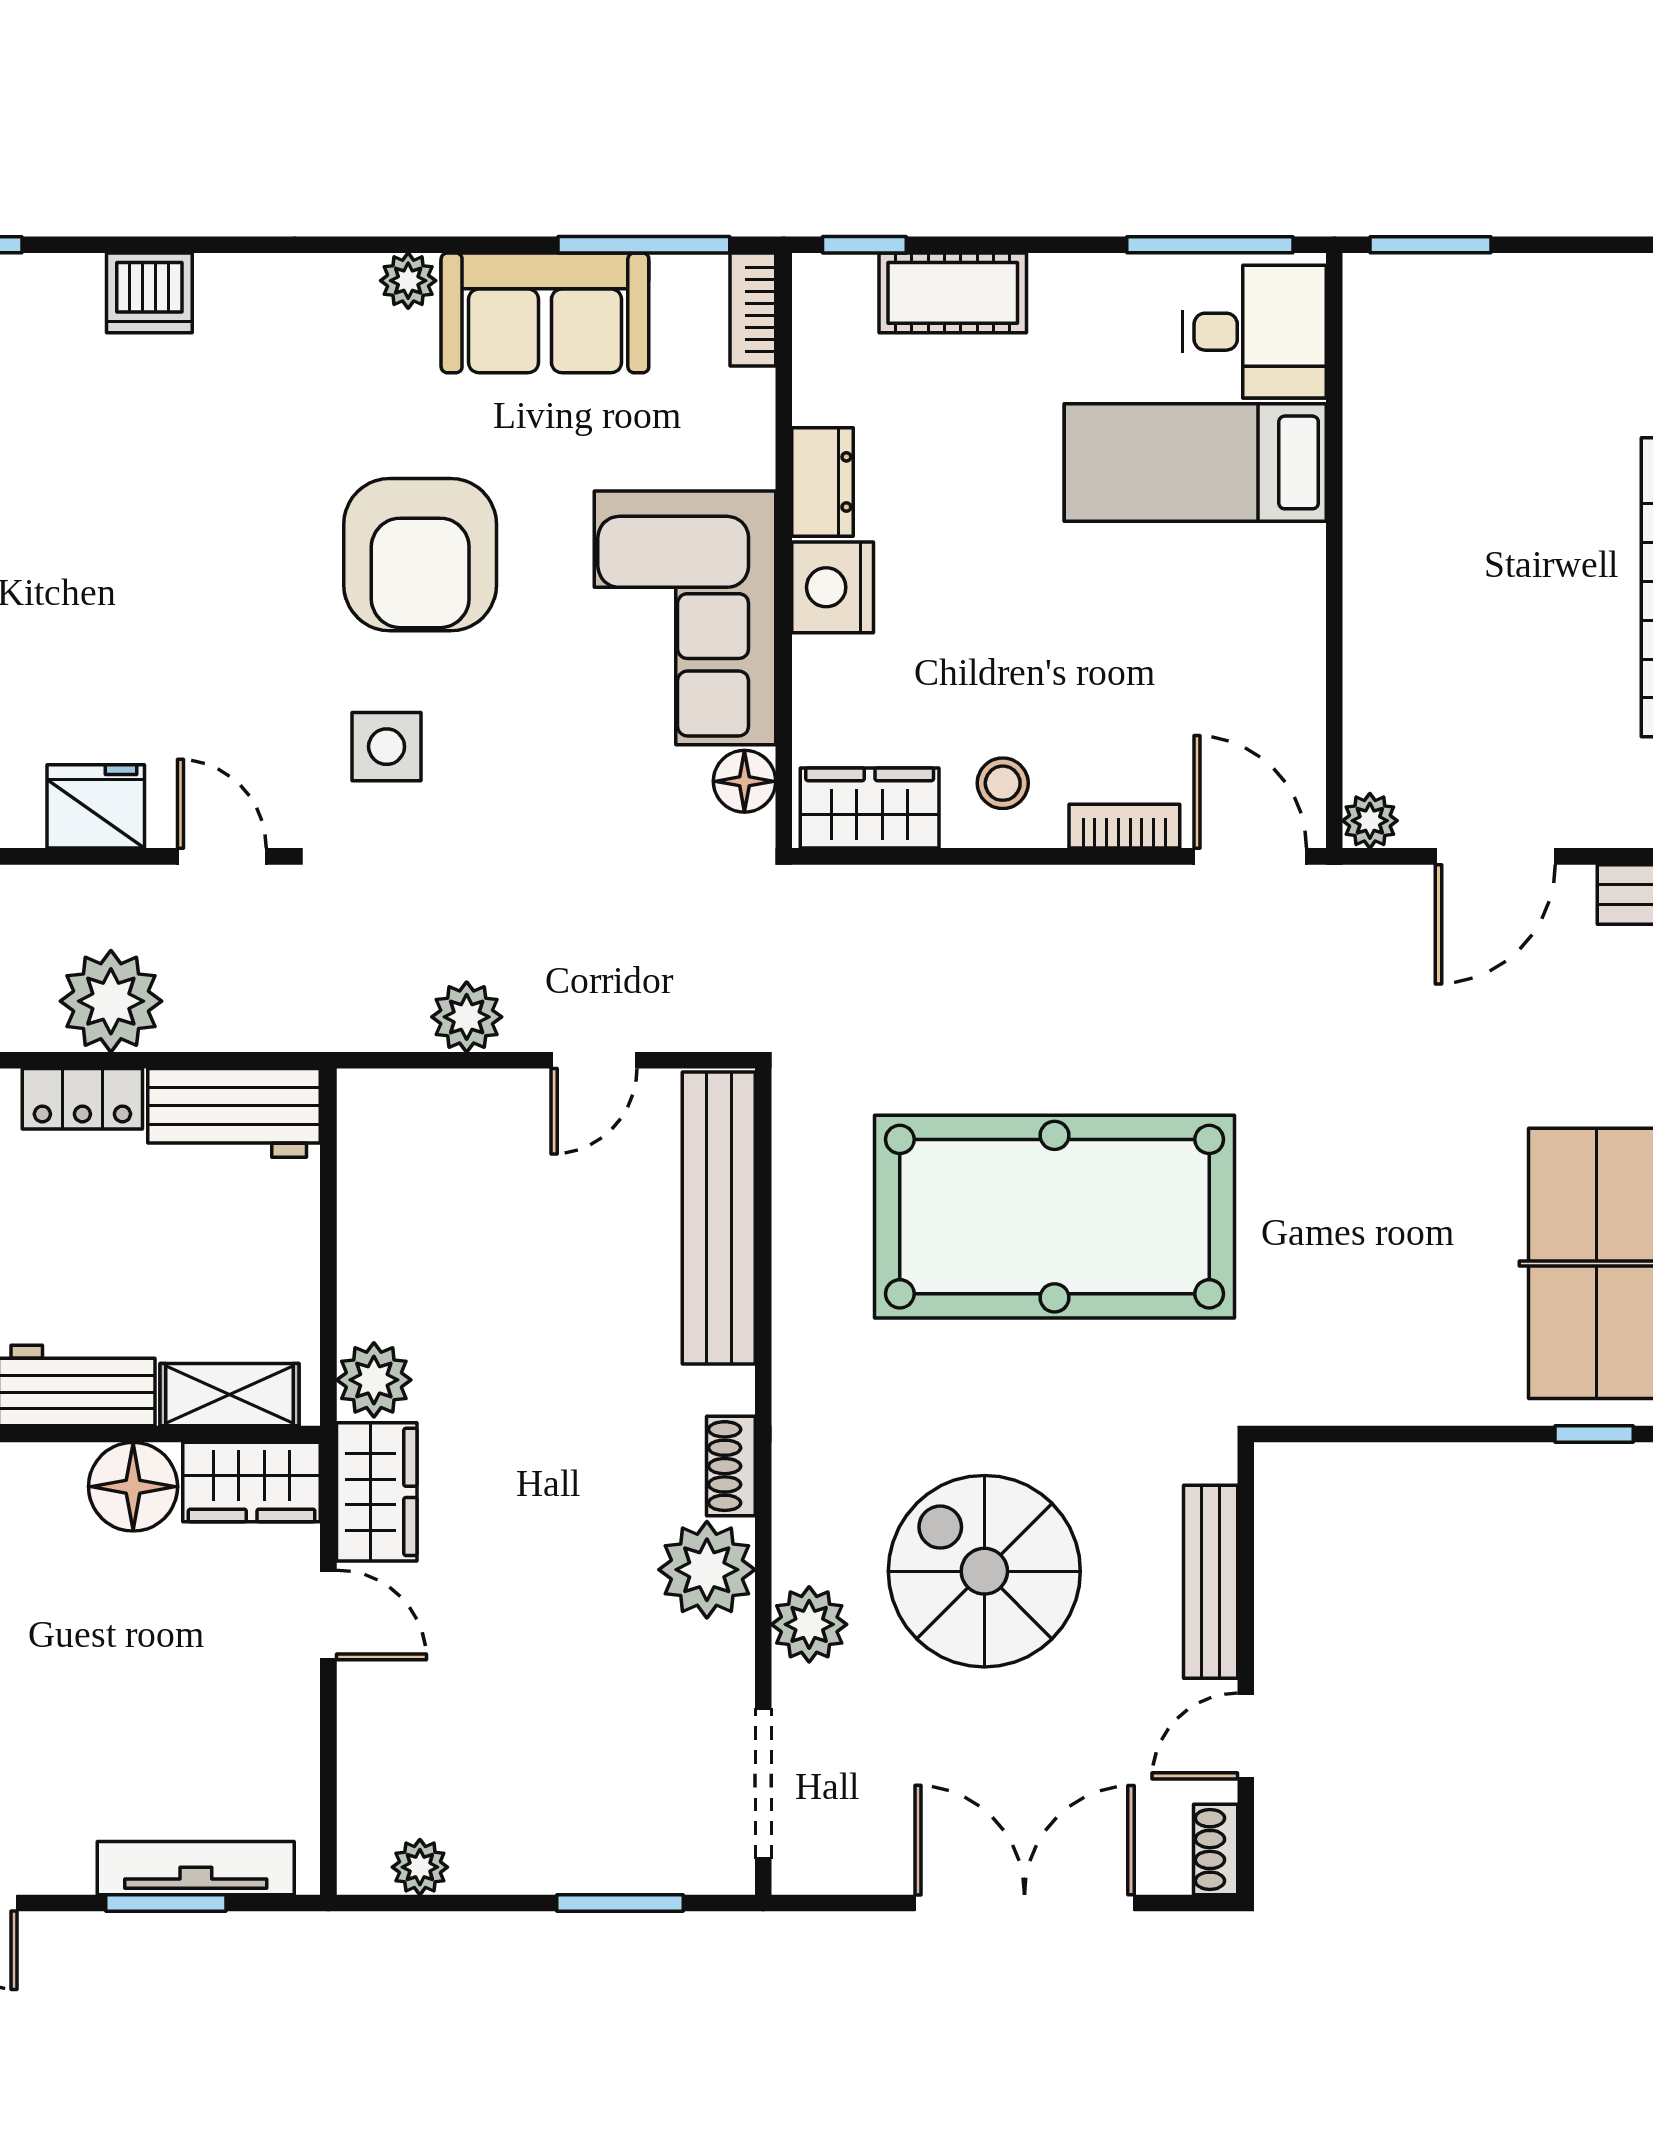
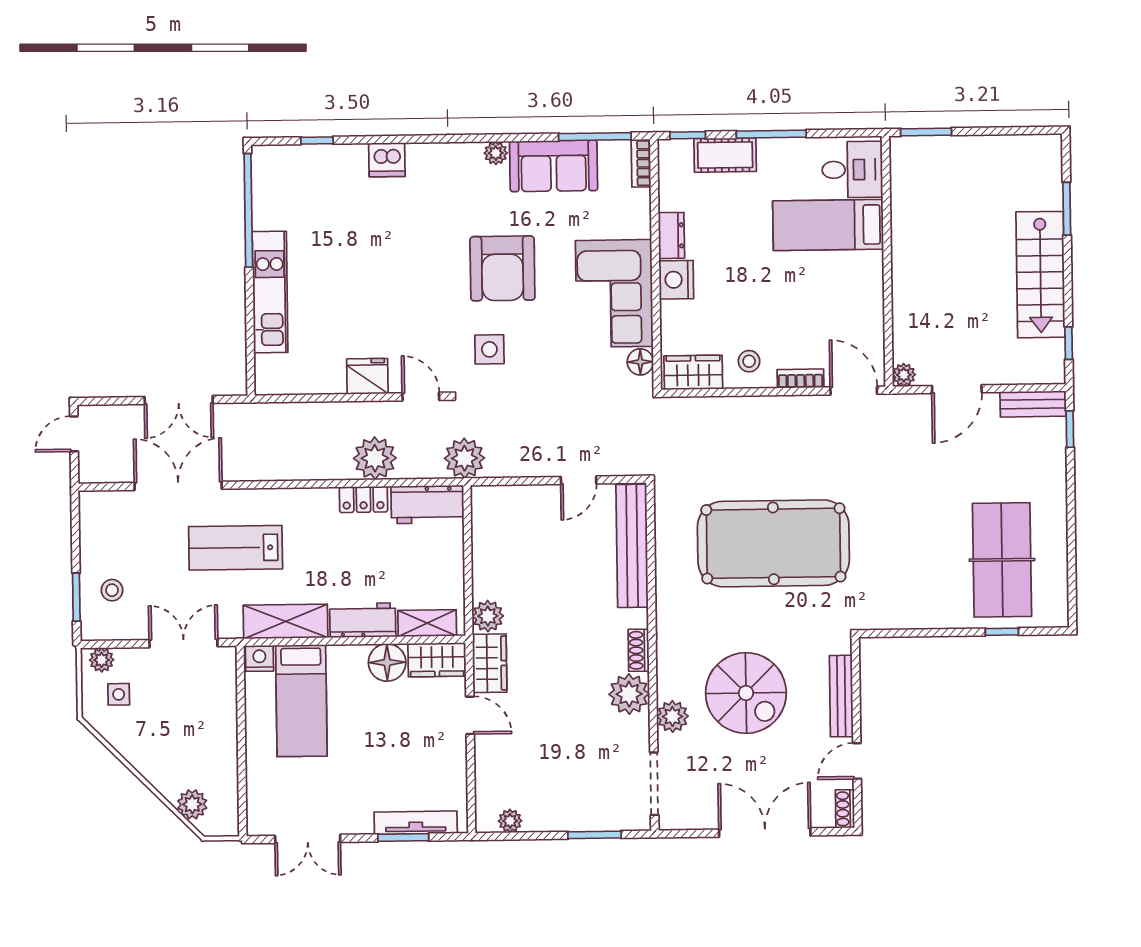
window: (1210, 245) -> (771, 134), moved
plant: (467, 1017) -> (464, 458), moved, width x1.36, depth x1.36
spiral stairs: (984, 1571) -> (746, 693), turned 180

